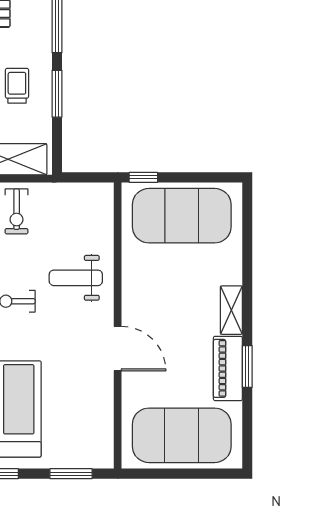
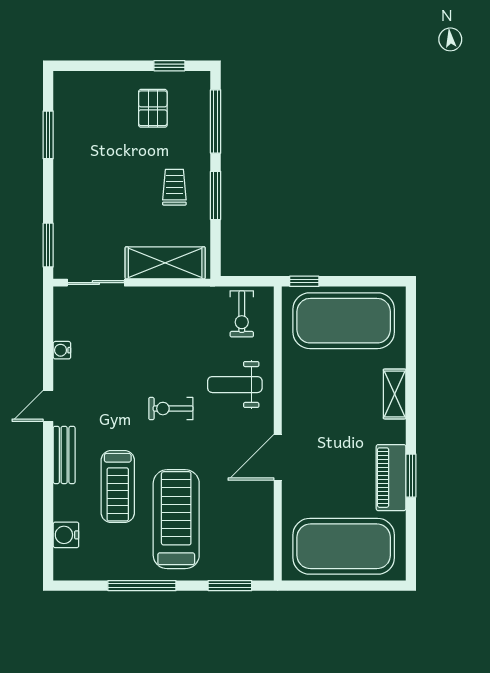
exercise bike: (17, 211) -> (242, 314), moved
shelving: (231, 310) -> (395, 394), moved
door: (118, 349) -> (278, 457), swing flipped

